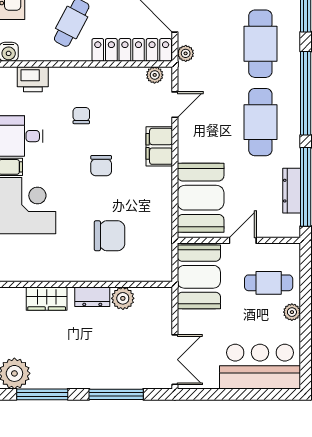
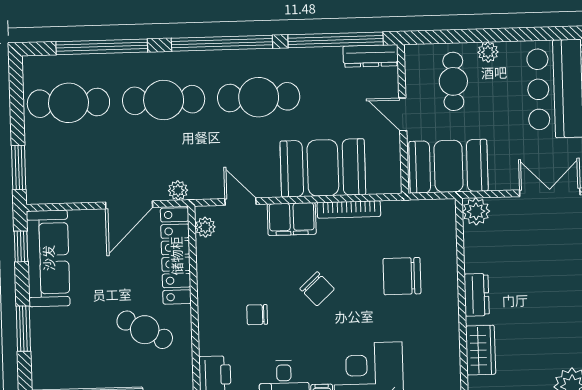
chair: (101, 166) -> (317, 289), turned 47
dresser: (292, 191) -> (371, 56), moved
bookcase: (166, 194) -> (349, 209), added
booth: (201, 198) -> (323, 168), moved
chair: (109, 236) -> (402, 276), turned -90
plant: (123, 298) -> (476, 211), moved

